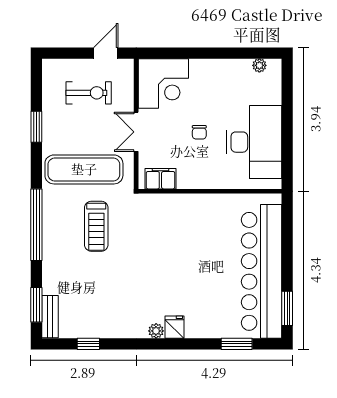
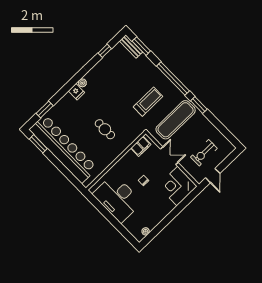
window: (36, 127) -> (199, 105), moved
treadmill: (96, 226) -> (148, 102), turned 90
cafe table: (185, 245) -> (105, 129), added

